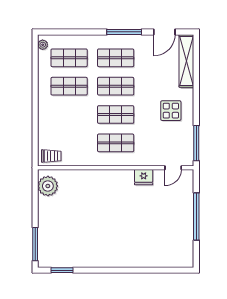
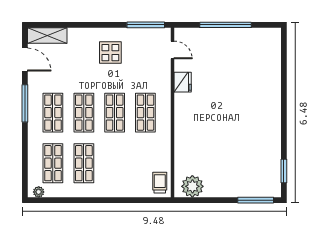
shelving: (186, 61) -> (47, 36), width x0.68

